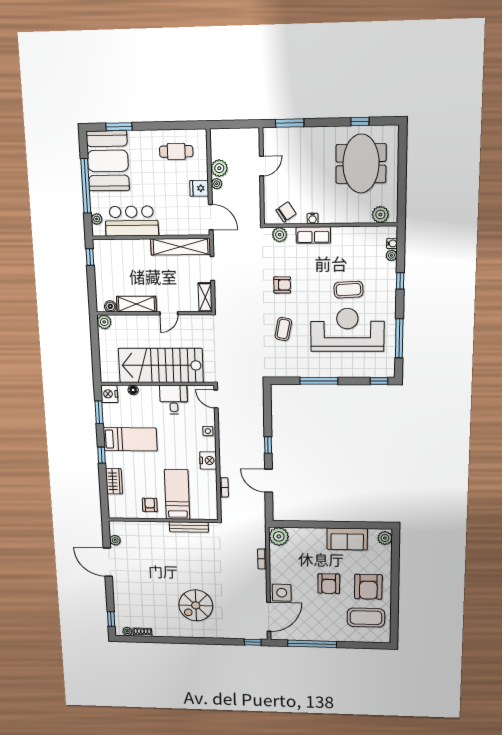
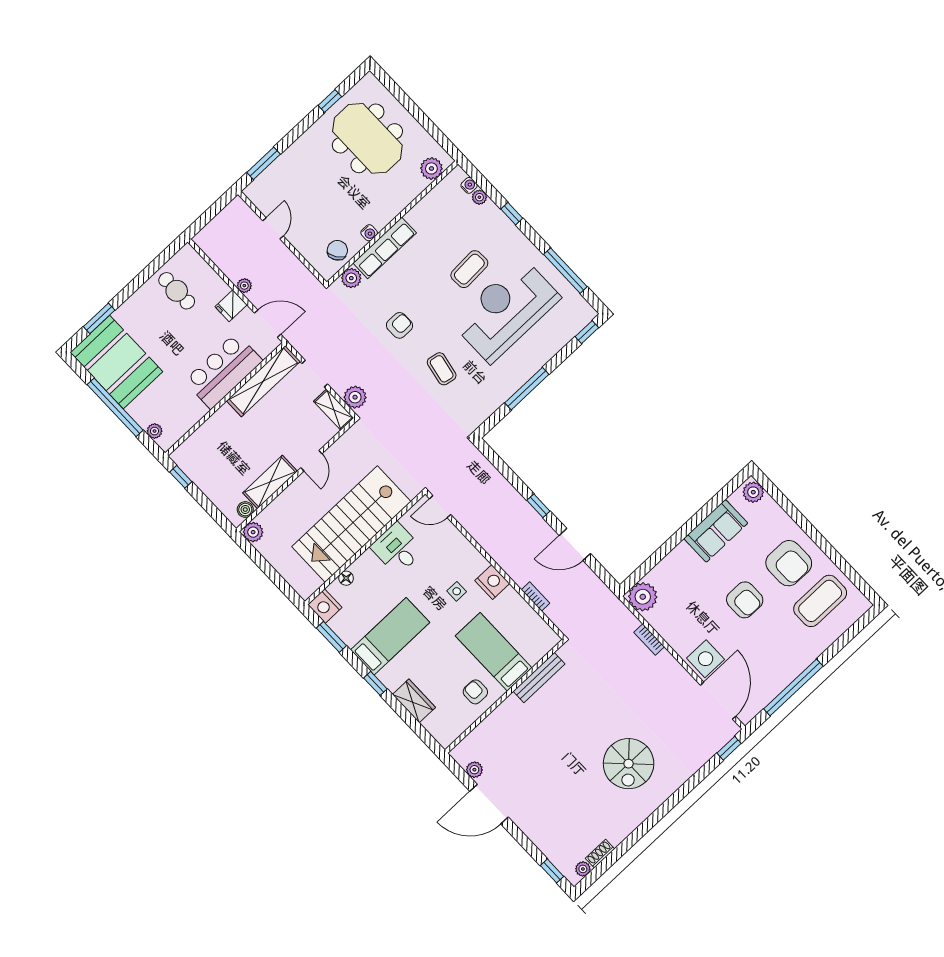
cafe table: (176, 151) -> (177, 291), turned 90
plant: (219, 168) -> (355, 397), moved
bar counter: (132, 221) -> (223, 371), moved
row of seats: (313, 235) -> (385, 248), width x1.48
side table: (208, 431) -> (457, 591), moved

